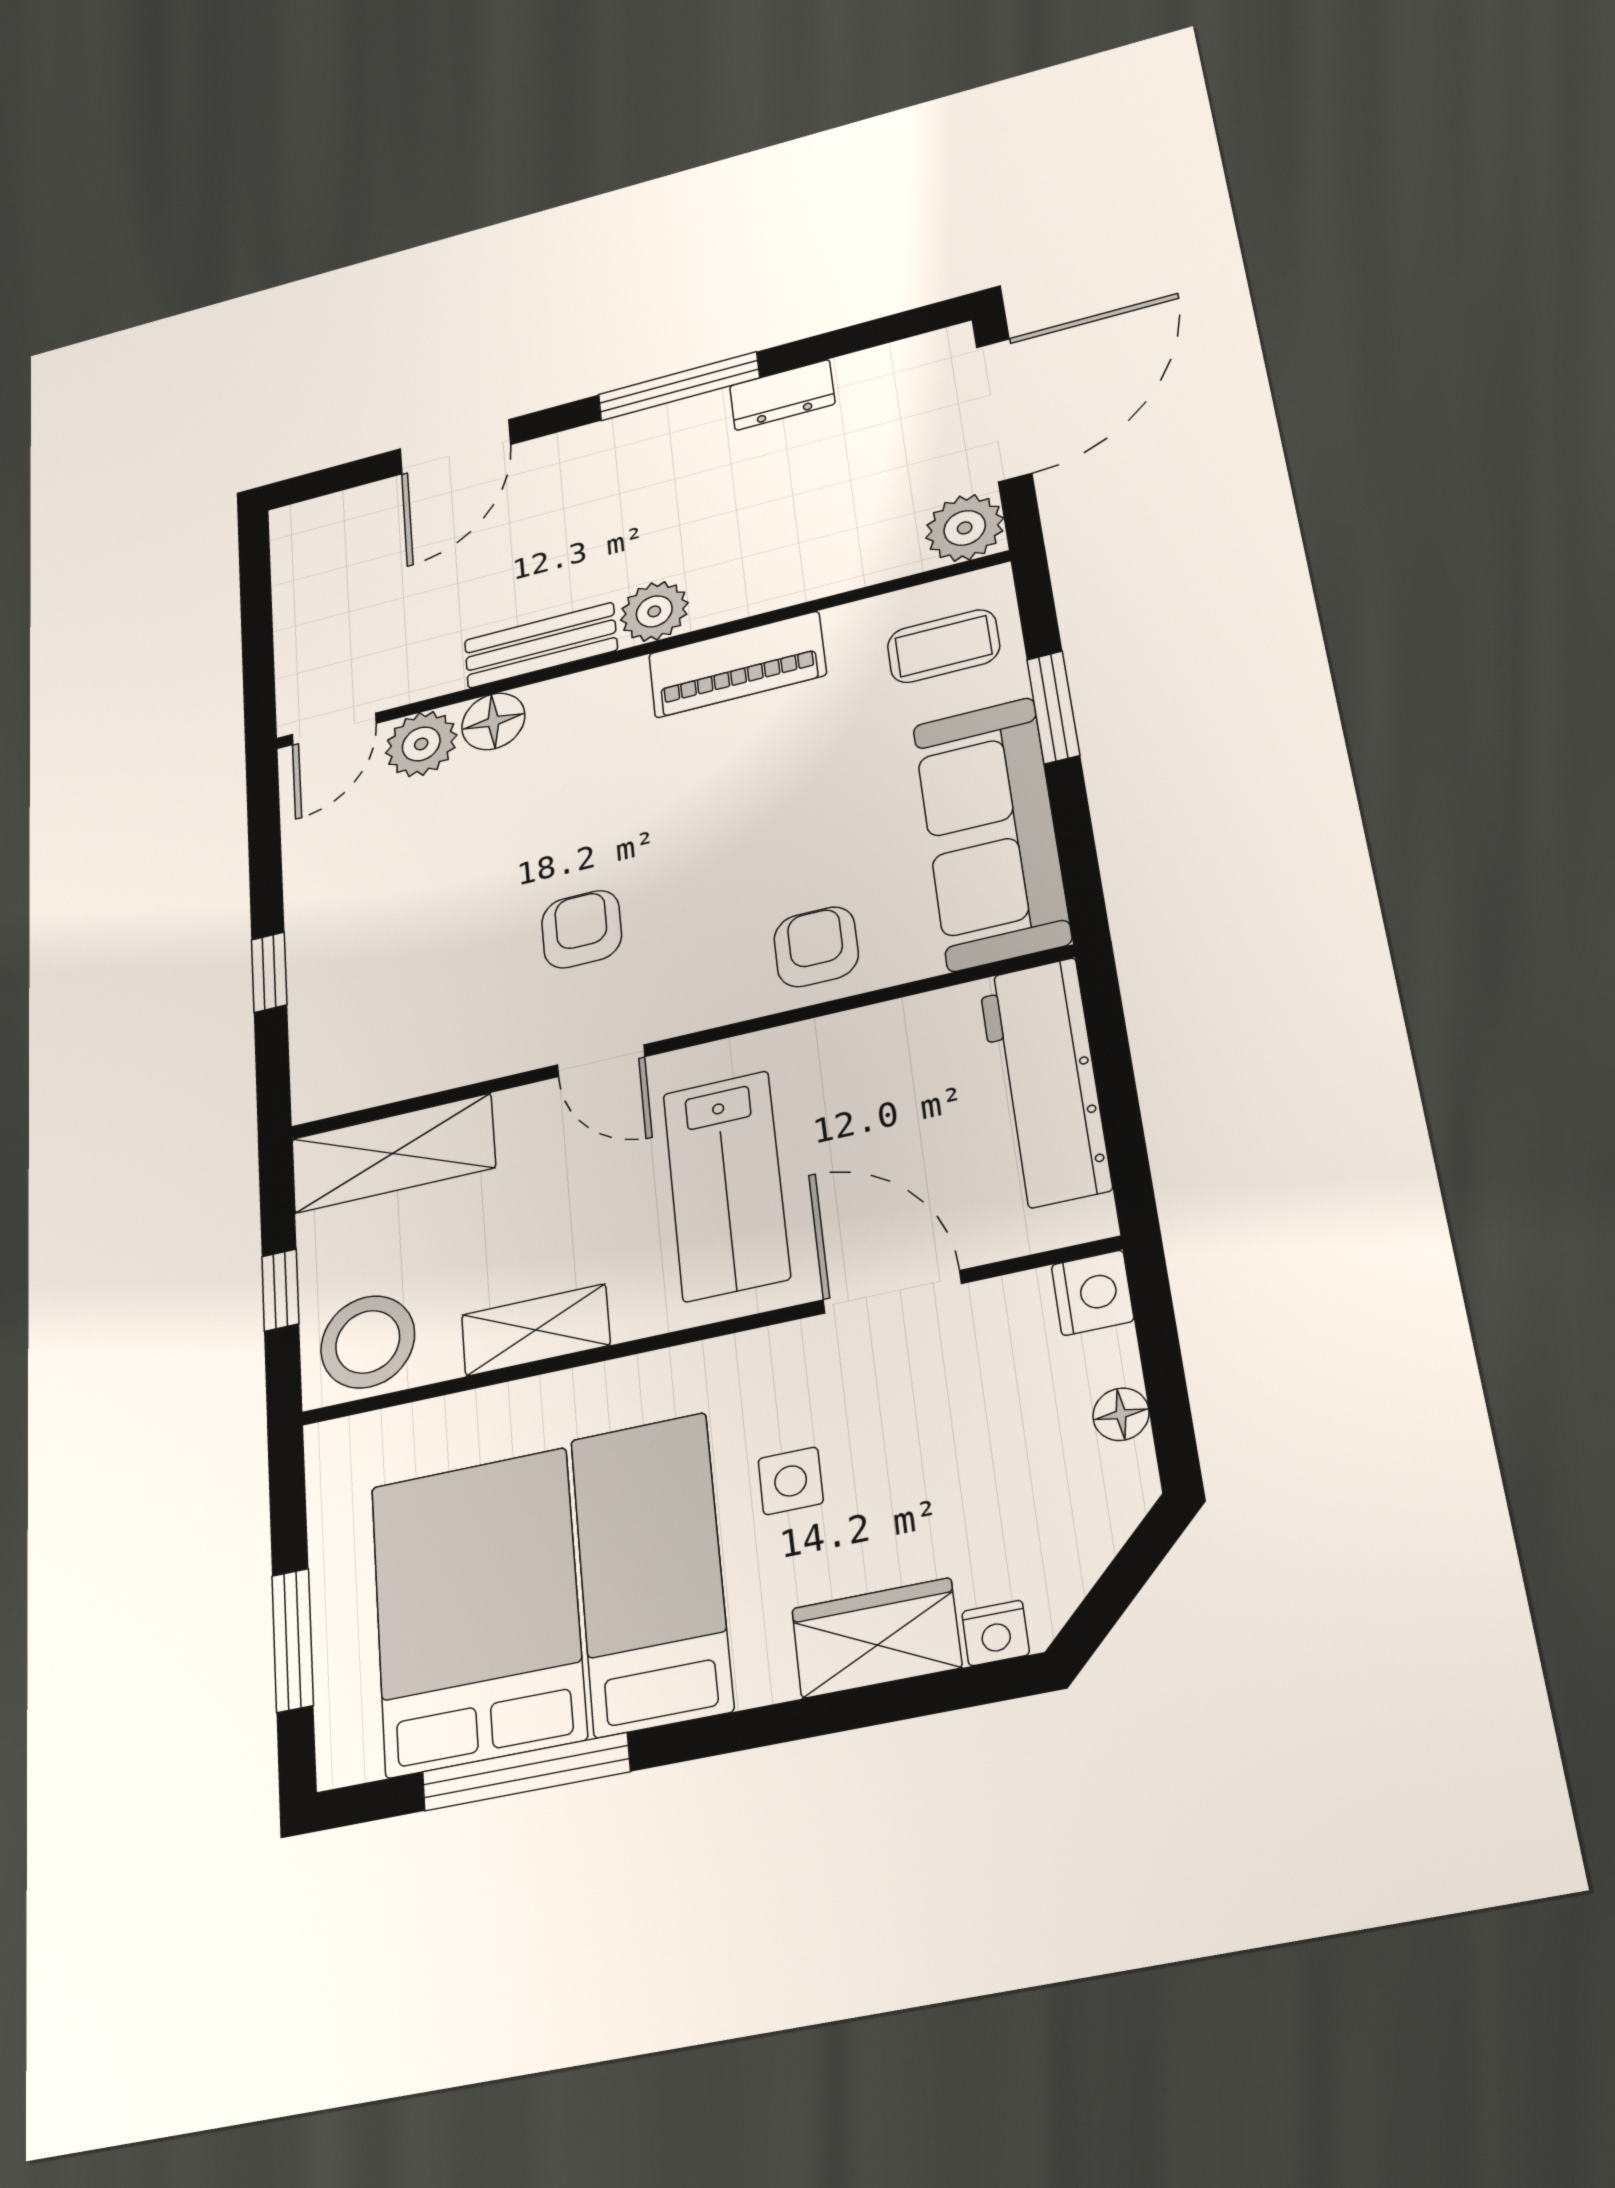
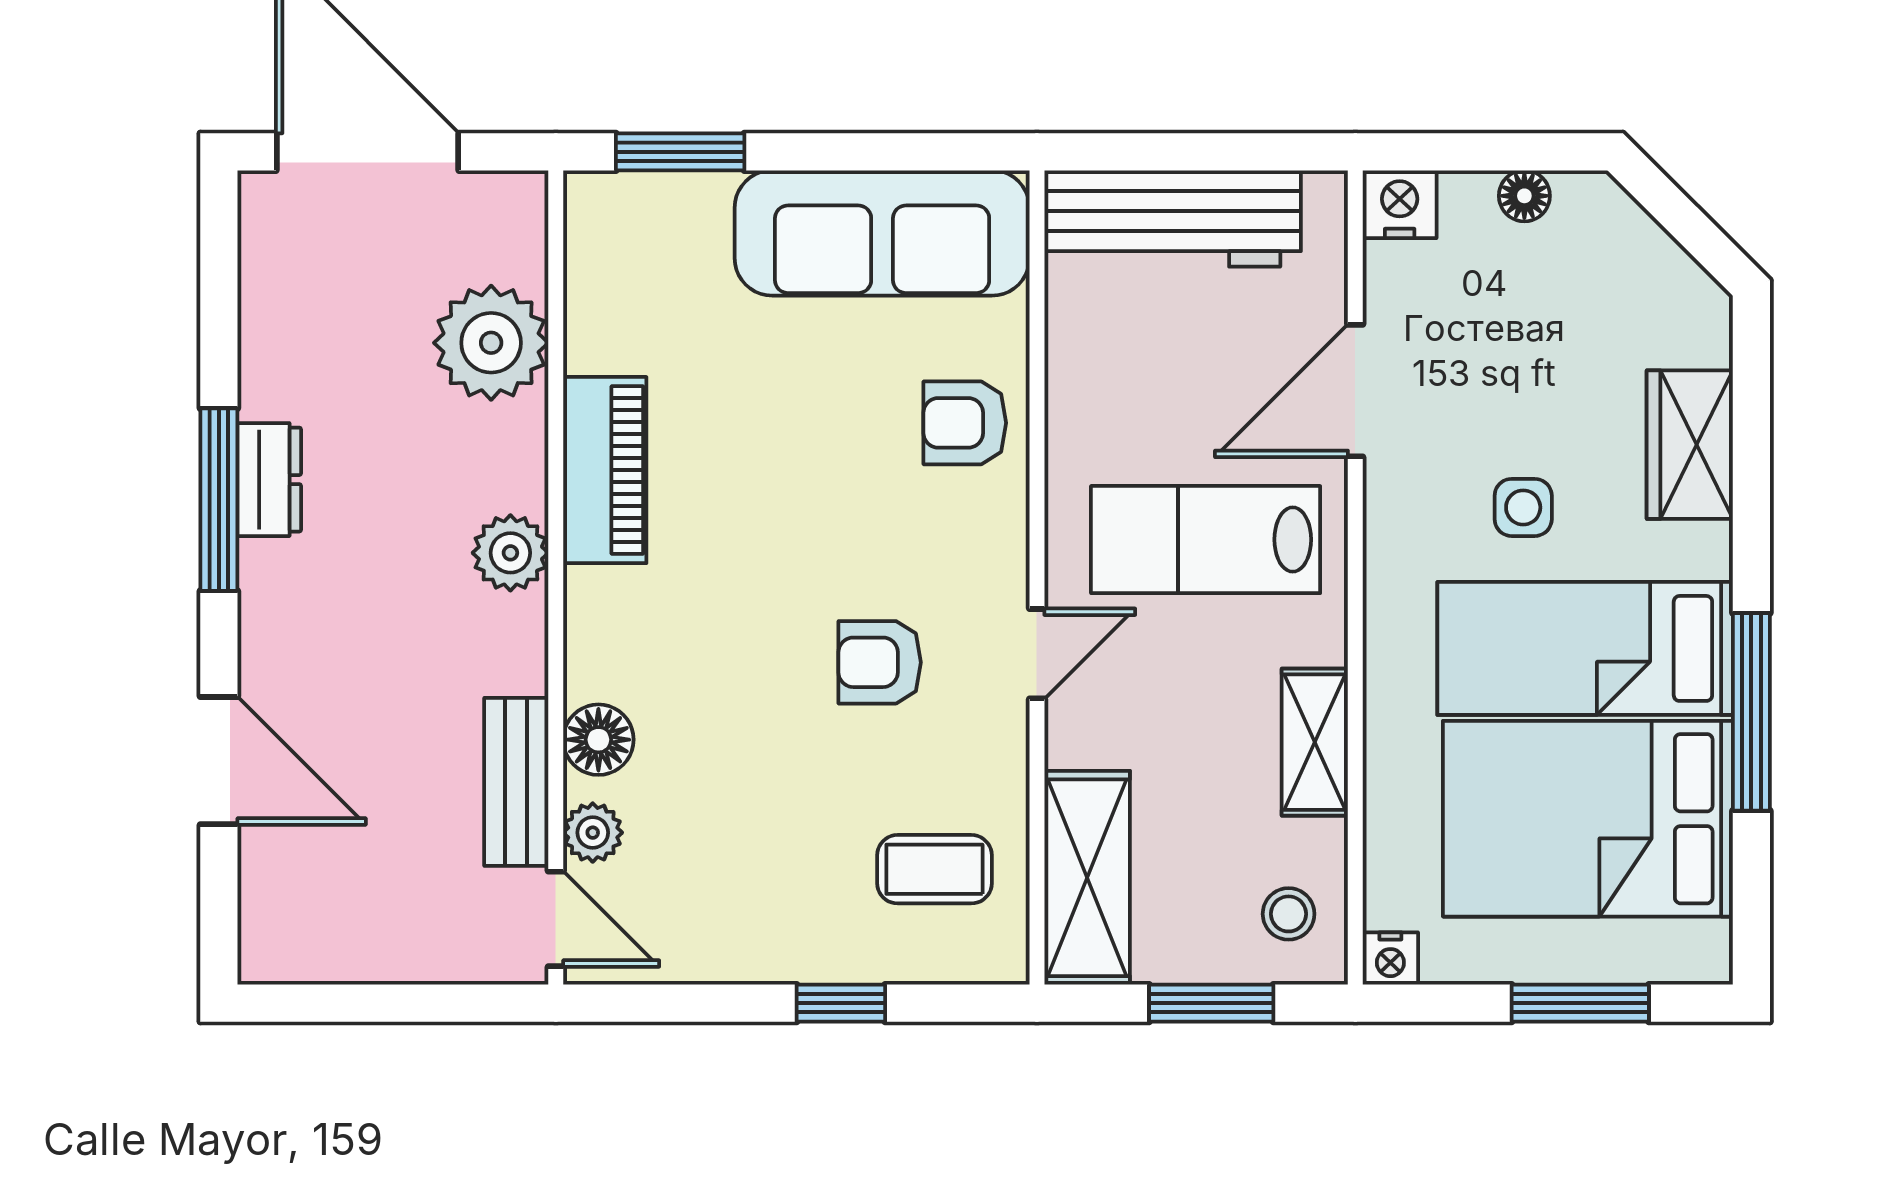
dresser: (782, 395) -> (269, 480), moved
plant: (965, 528) -> (491, 343), moved, width x1.36, depth x1.36
bench: (541, 645) -> (516, 782), moved
coffee table: (943, 646) -> (934, 869), moved, turned 90
window: (1053, 707) -> (680, 152), moved
plant: (421, 744) -> (593, 833), width x0.73, depth x0.73
lab bench: (726, 1185) -> (1206, 540), turned 180
window: (280, 1290) -> (1211, 1003), width x1.50
stool: (368, 1342) -> (1289, 914), width x0.53, depth x0.53
nightstand: (996, 1633) -> (1390, 958), moved, turned 90
window: (526, 1772) -> (1751, 712), moved

